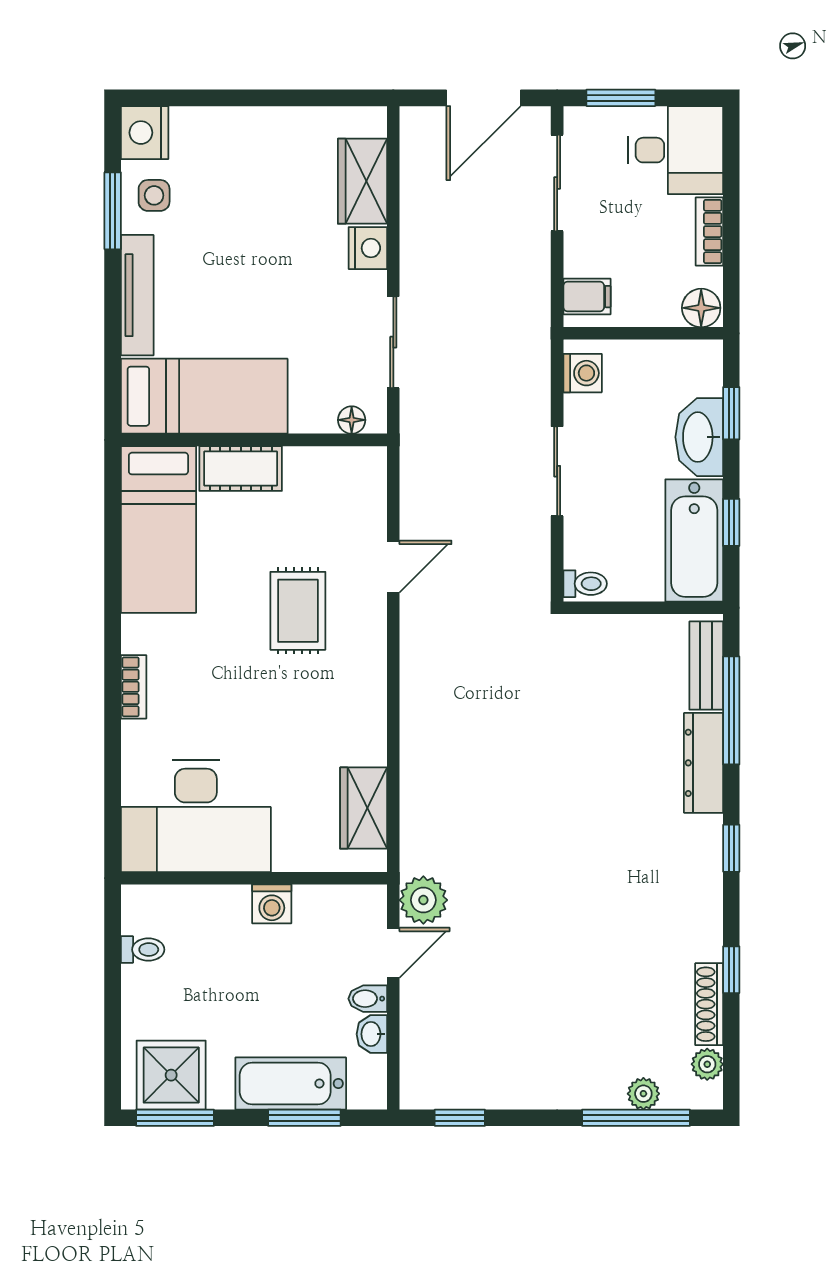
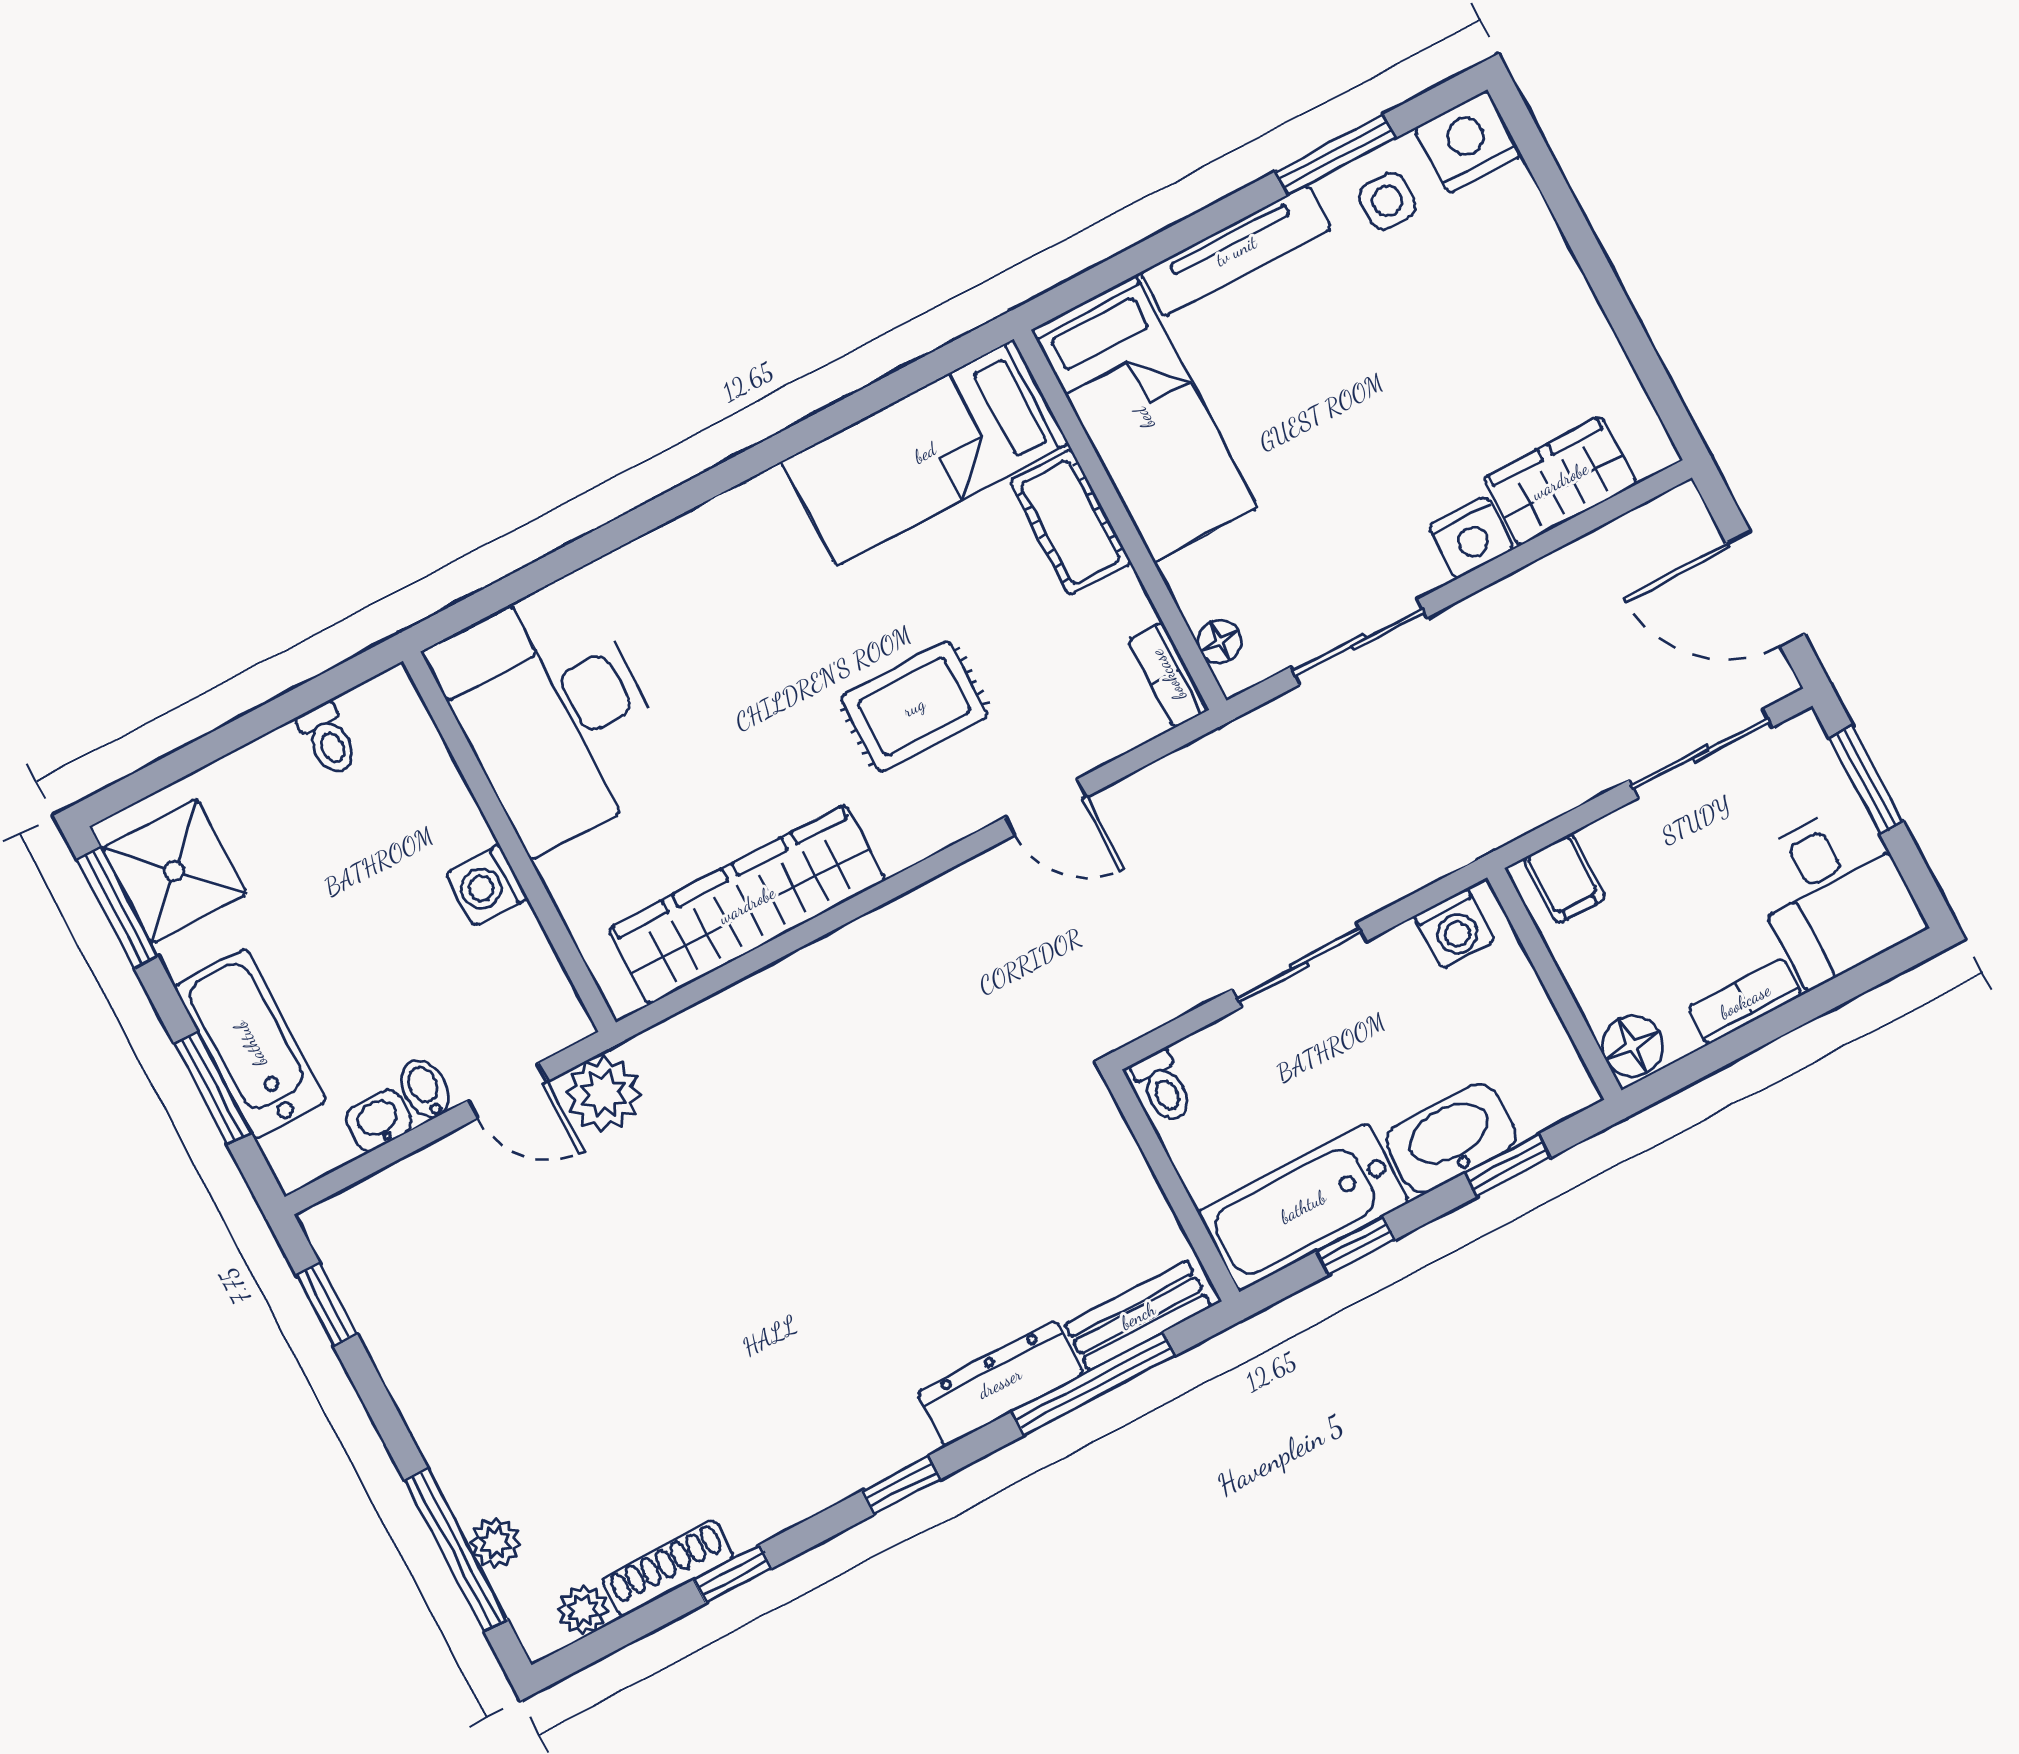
bookcase: (134, 687) -> (1168, 675), moved, turned 90
wardrobe: (364, 808) -> (747, 905), width x2.10, depth x1.17

